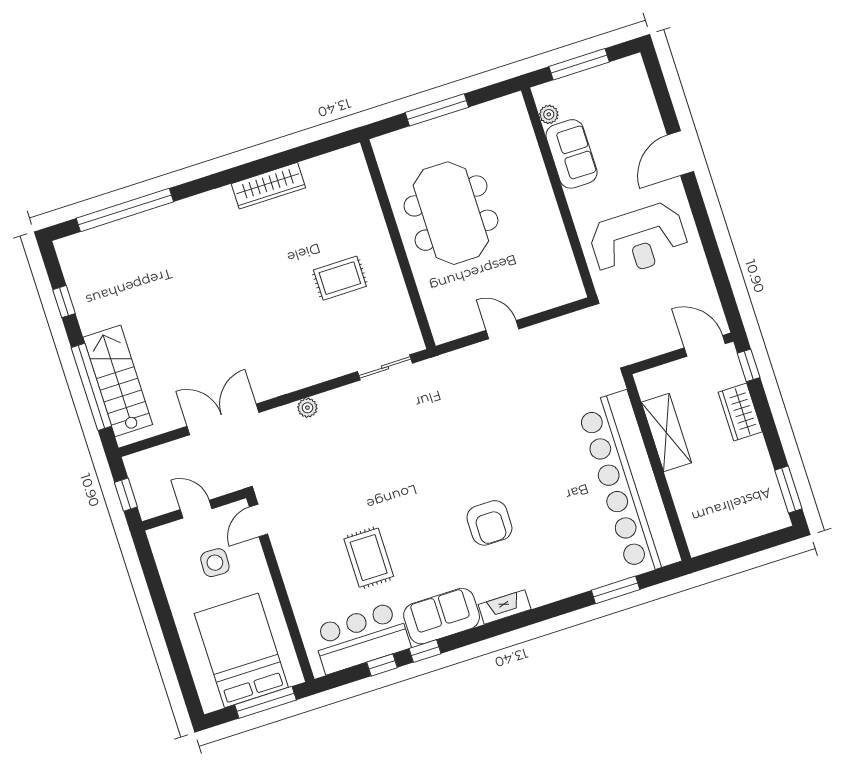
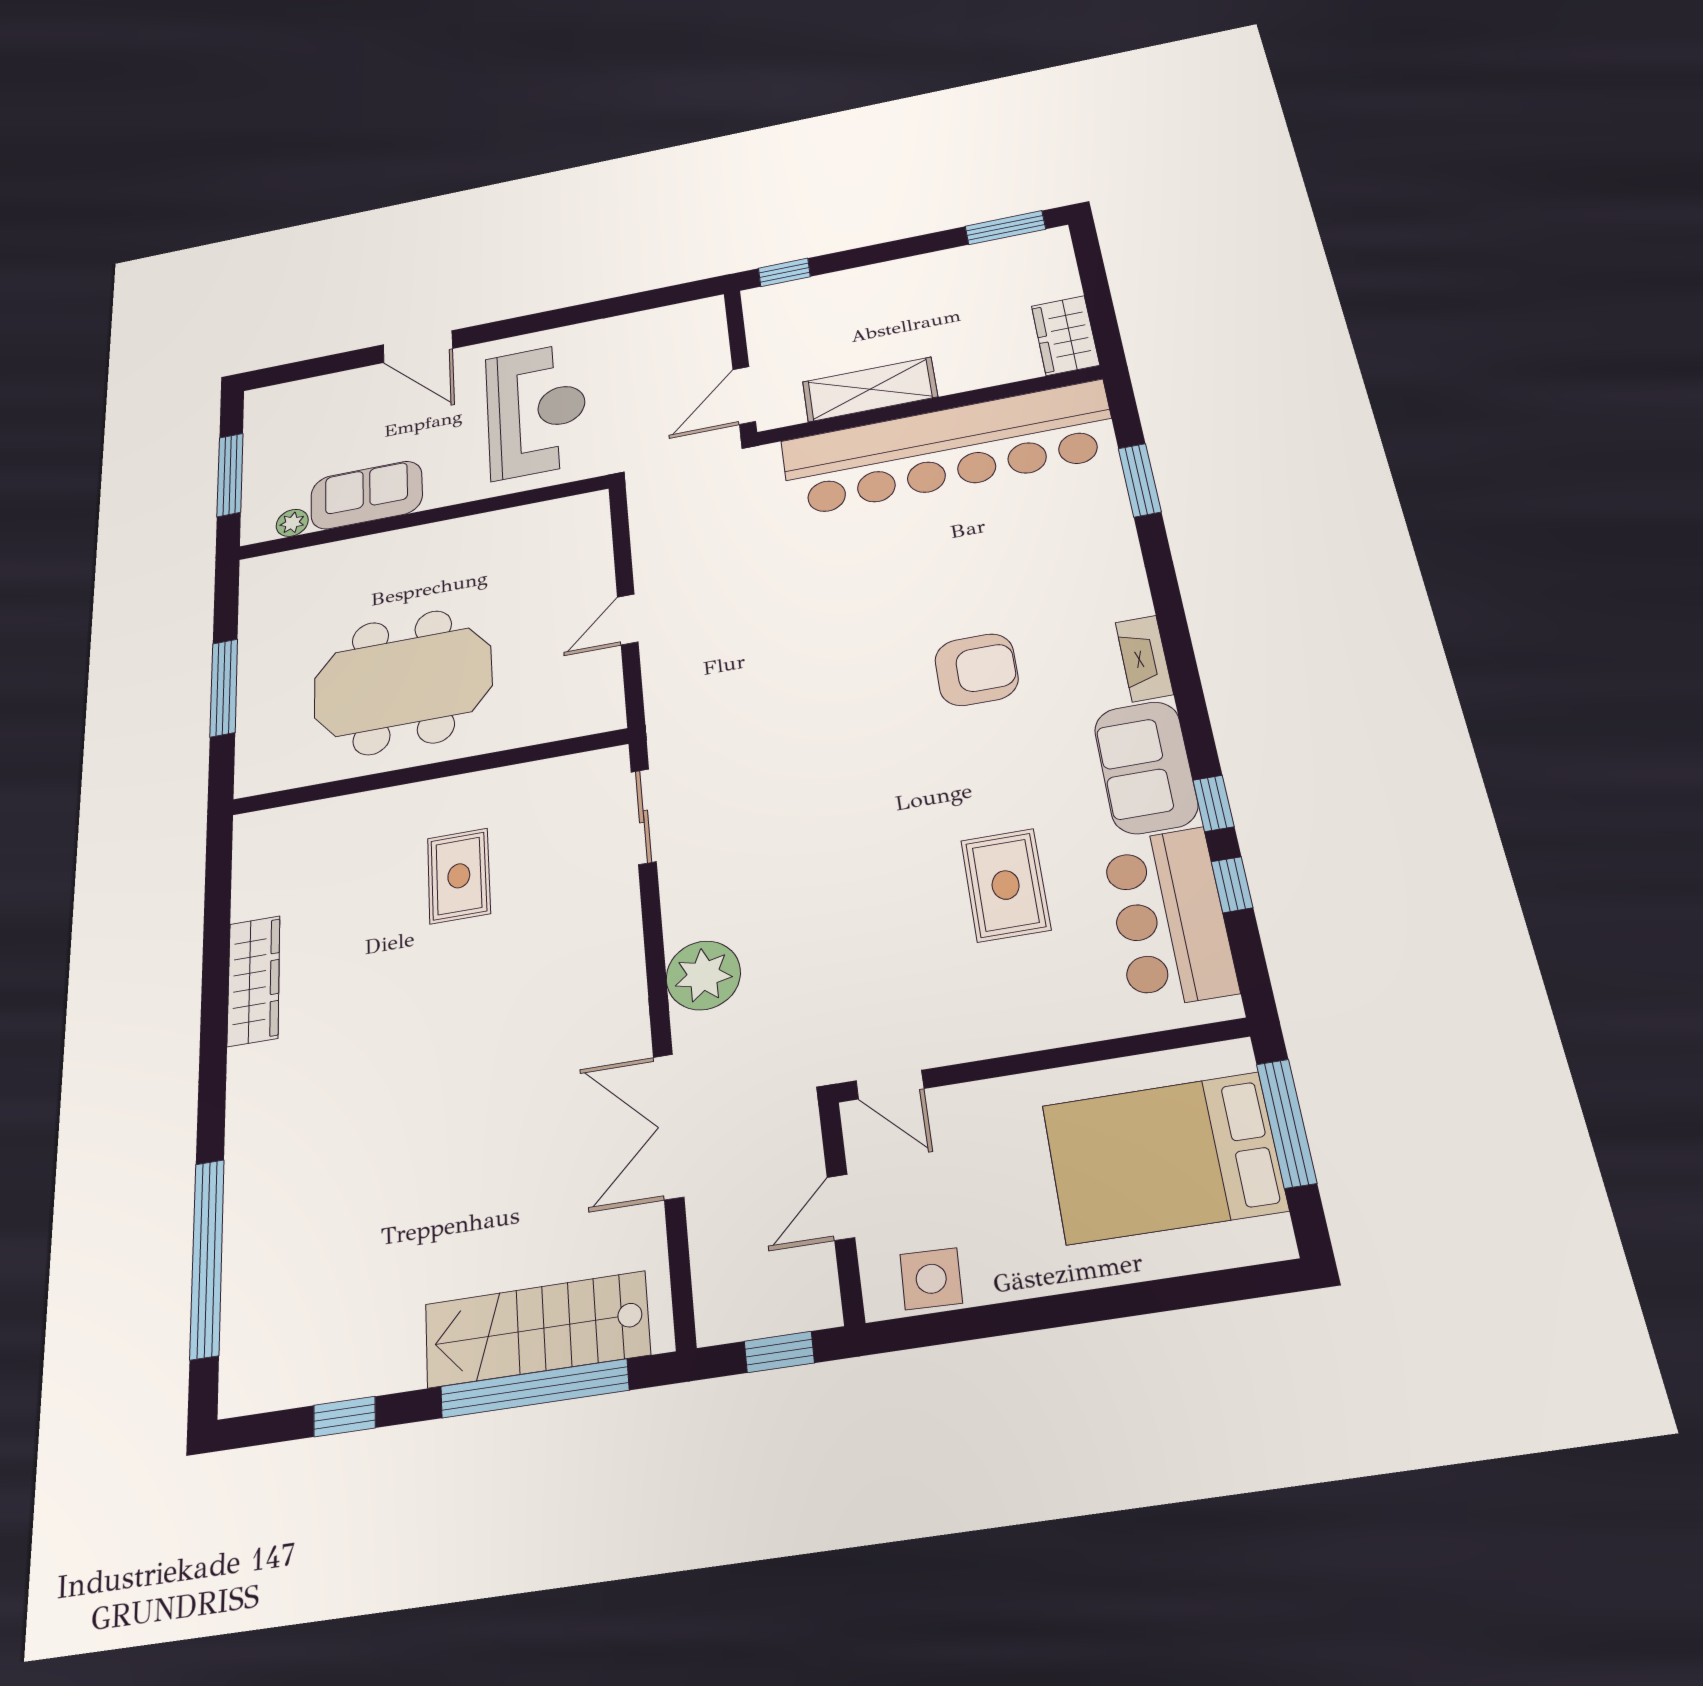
door: (705, 346) -> (744, 395), moved
plant: (307, 408) -> (703, 975), width x1.88, depth x1.88
wardrobe: (740, 412) -> (1065, 335), moved, turned 90
rug: (369, 558) -> (1006, 885), turned 90
side table: (215, 563) -> (931, 1279), moved

